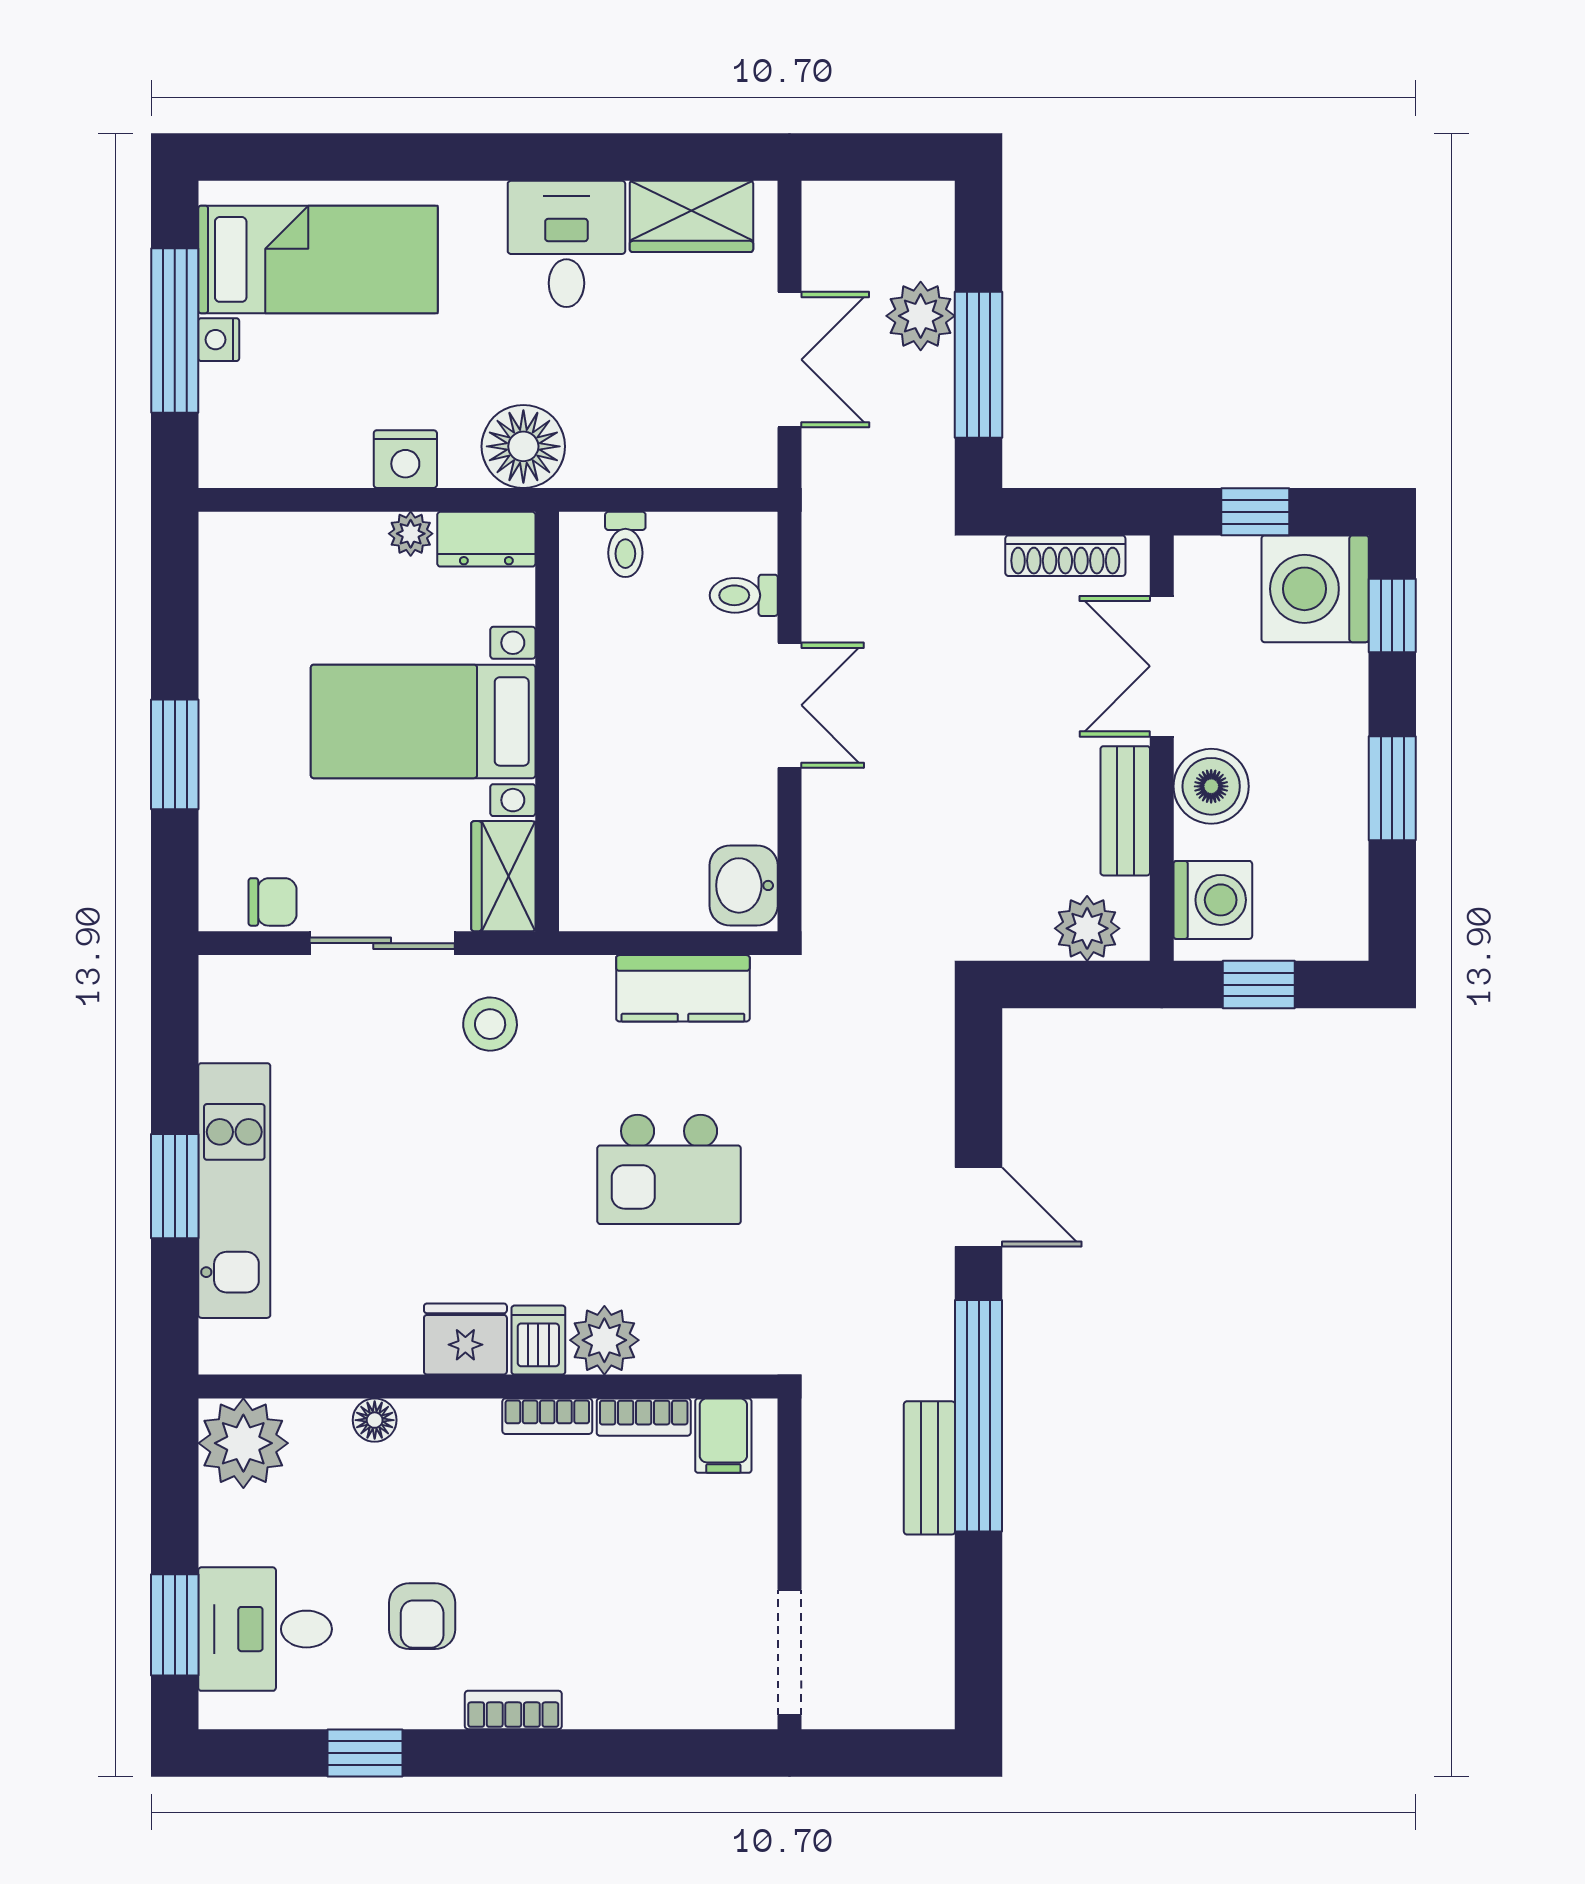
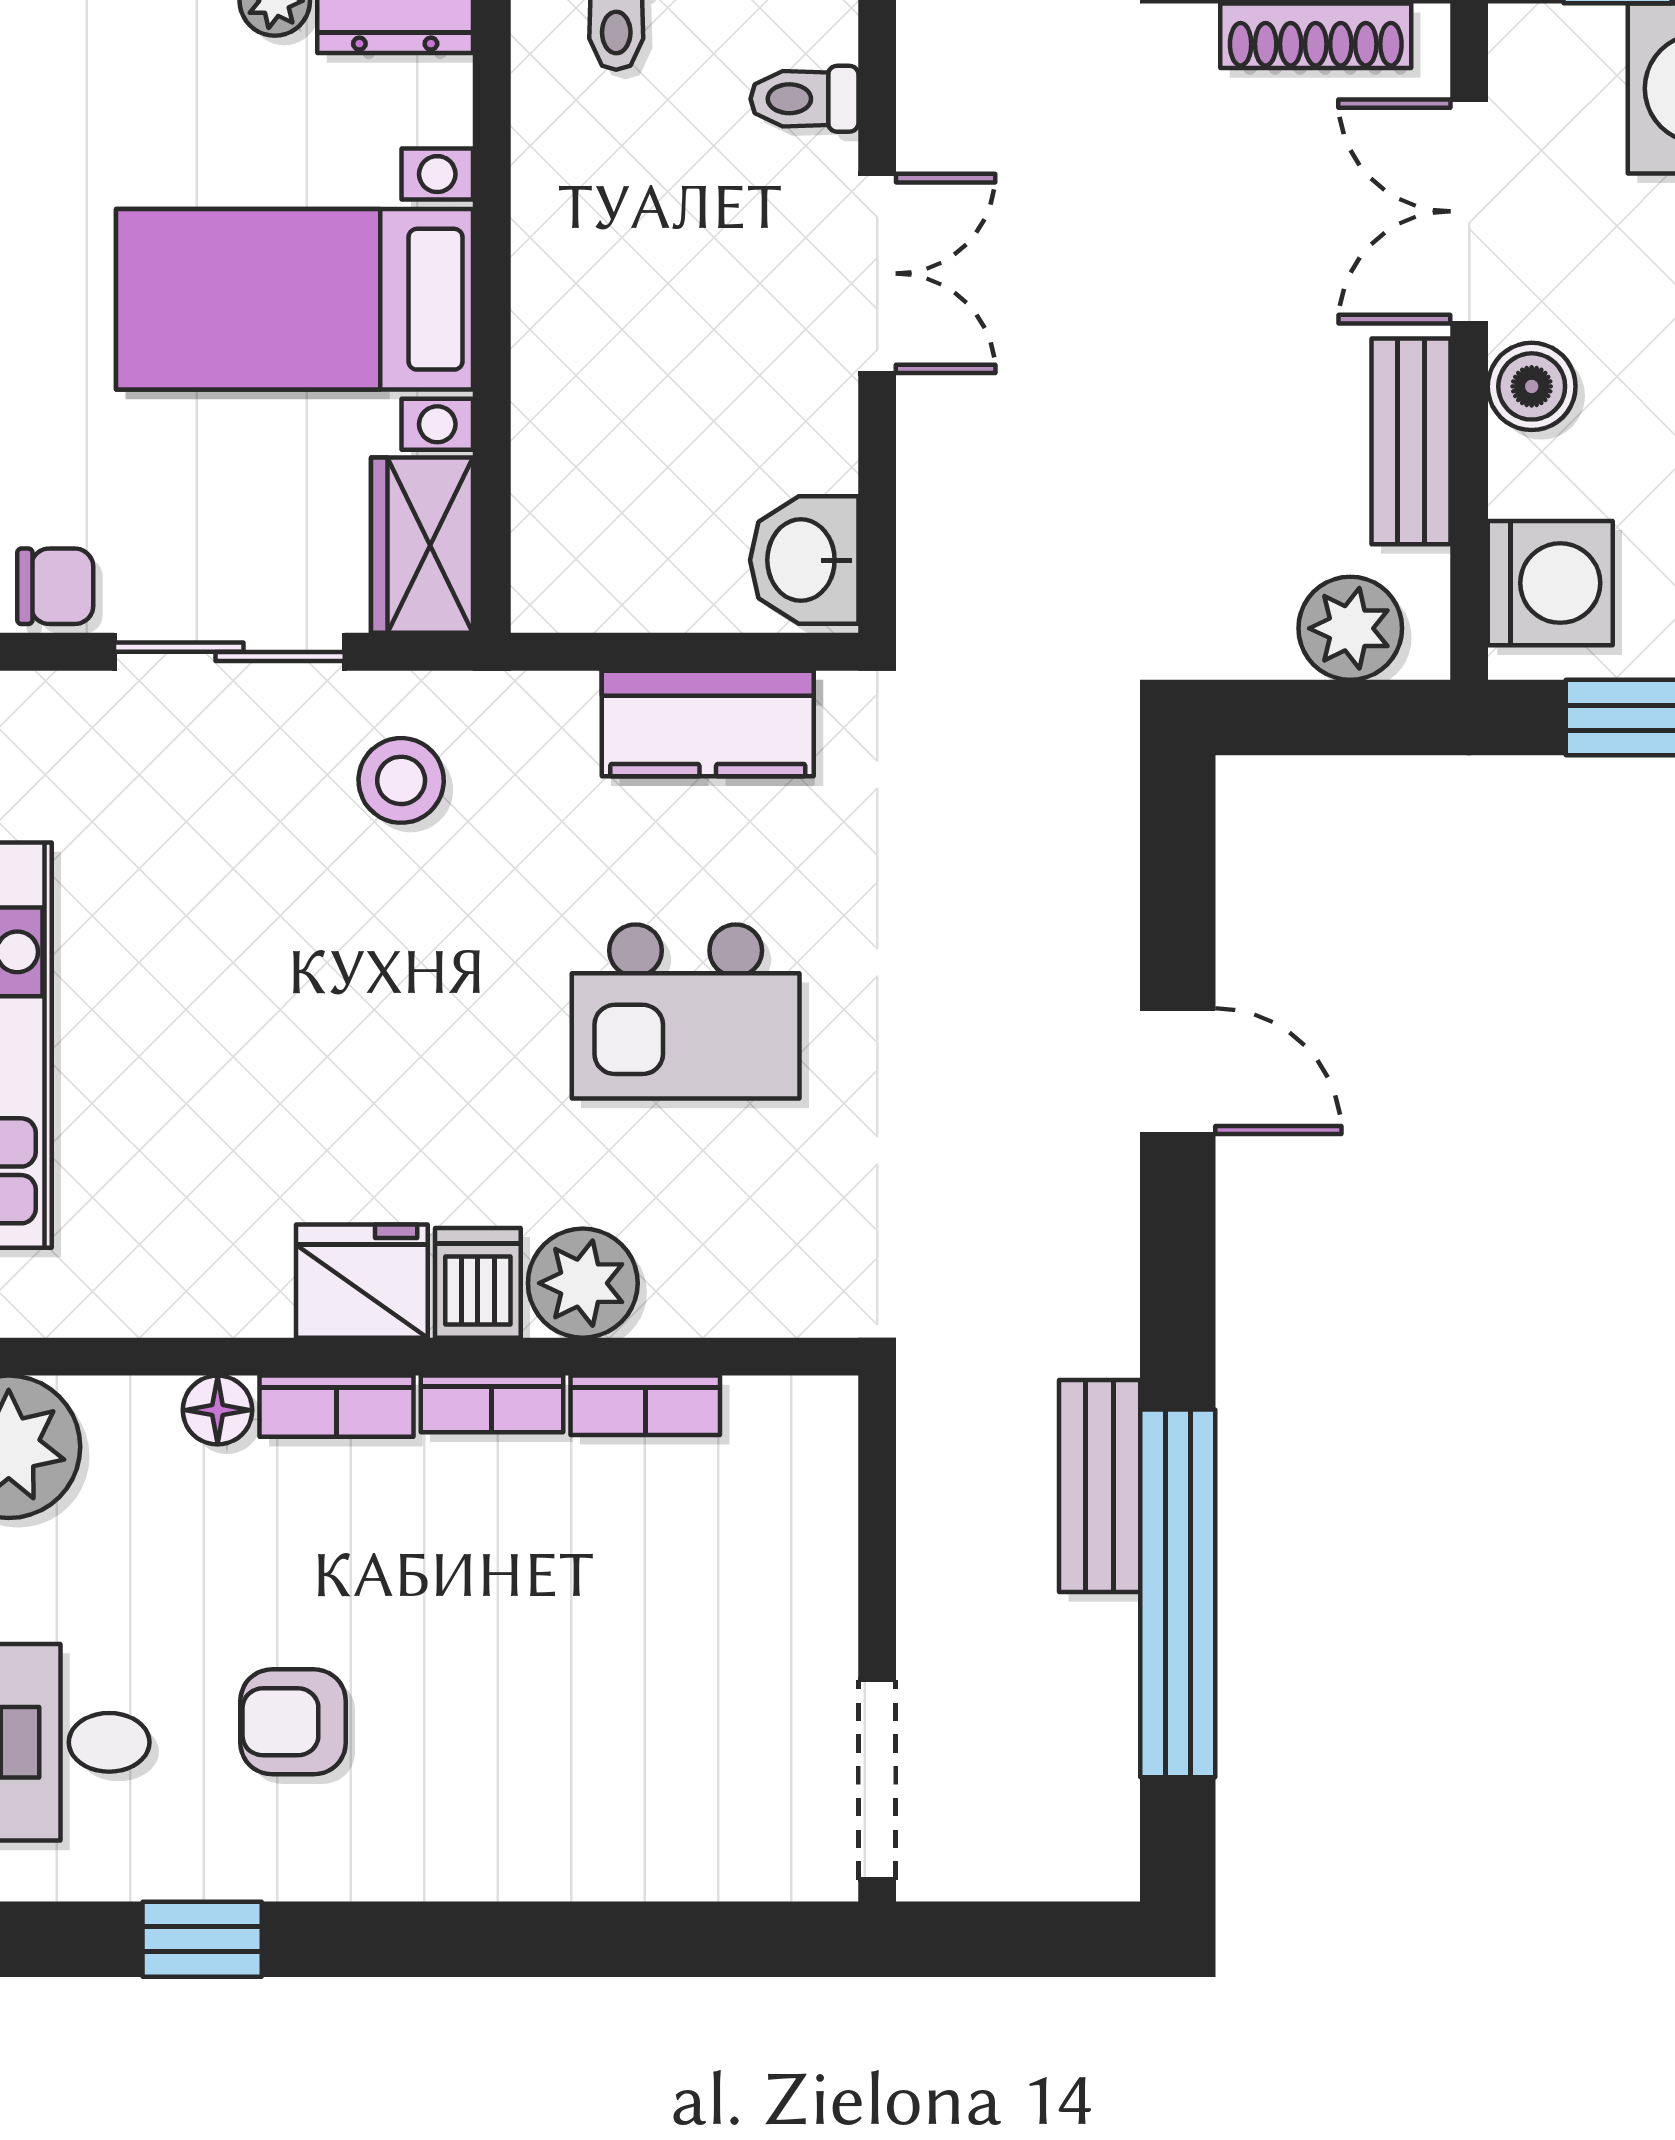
boiler: (1211, 786) -> (1532, 386), width x0.73, depth x0.73
window: (979, 1416) -> (1178, 1593), moved
filing cabinet: (723, 1436) -> (772, 1435), removed
armchair: (422, 1616) -> (293, 1722), turned 90
bookcase: (513, 1710) -> (336, 1406), moved, turned 180

